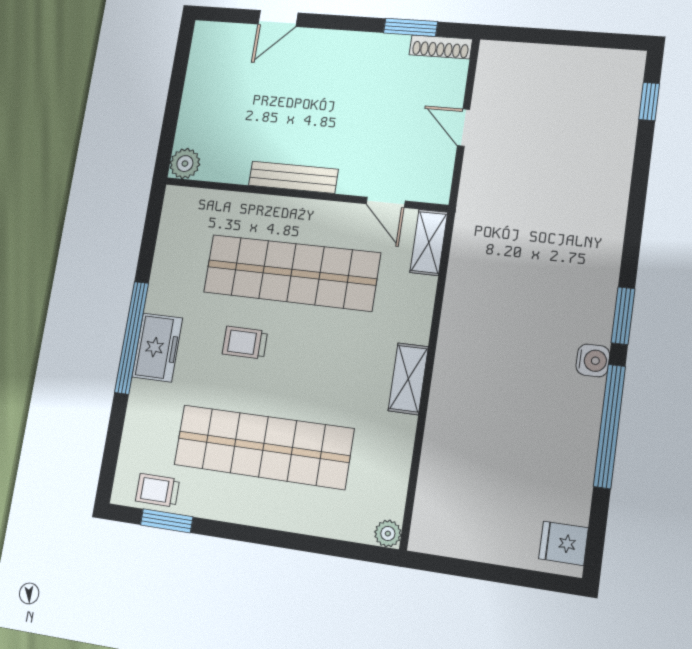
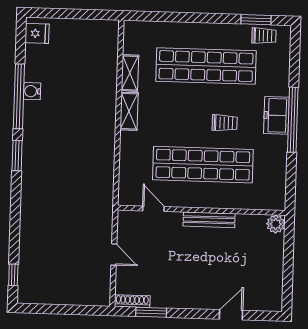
shelving: (429, 242) -> (130, 73), moved
water cooler: (593, 360) -> (32, 91), moved
plant: (388, 534) -> (131, 27), removed

